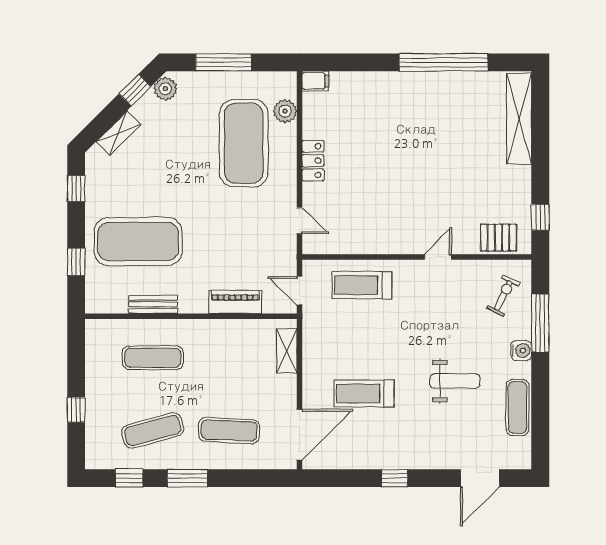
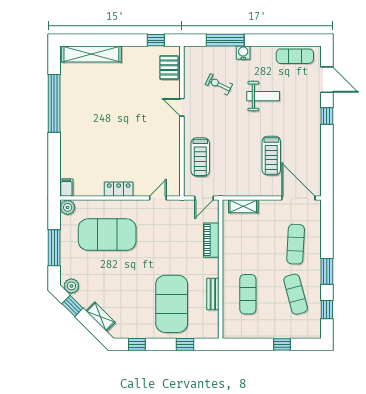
plant: (285, 111) -> (68, 207), moved
exercise bike: (503, 296) -> (219, 84), moved
weight bench: (455, 381) -> (263, 96), turned 90
exercise mat: (517, 408) -> (295, 56), moved
window: (395, 478) -> (327, 116), moved

